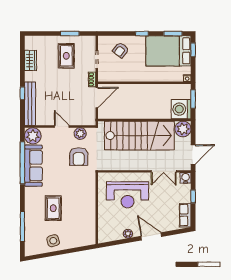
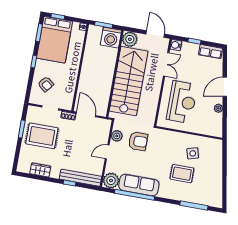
rug: (66, 56) -> (42, 136), width x1.36, depth x1.43
side table: (53, 241) -> (193, 153), moved

